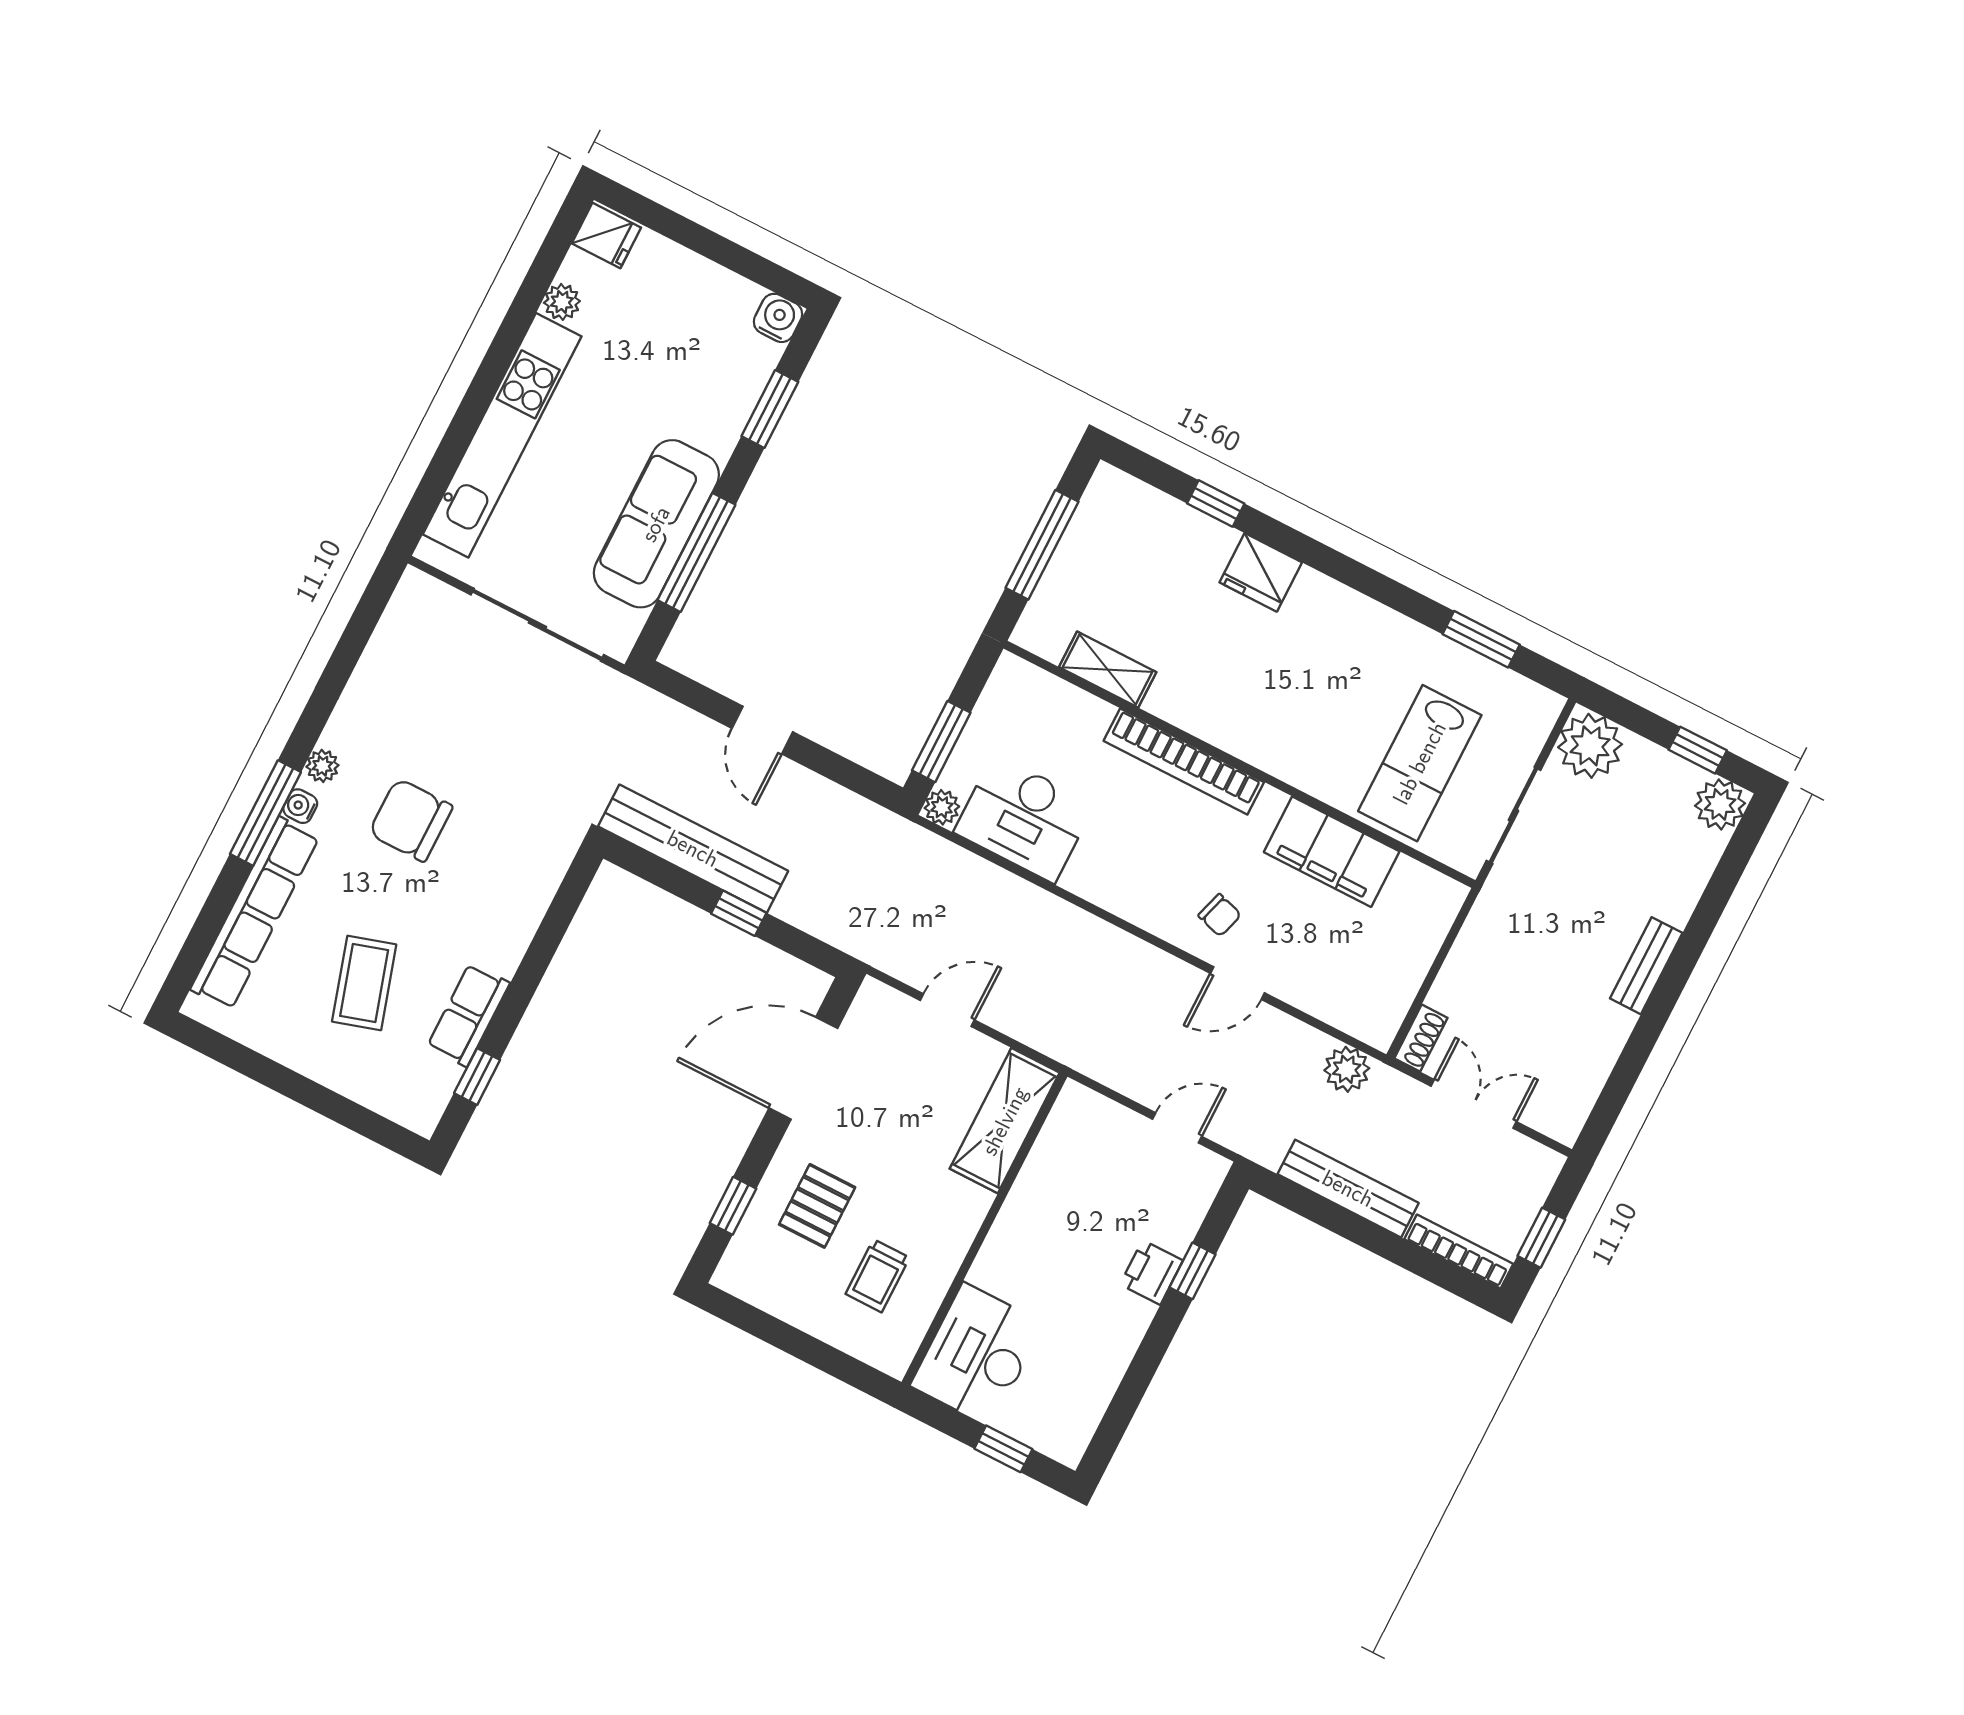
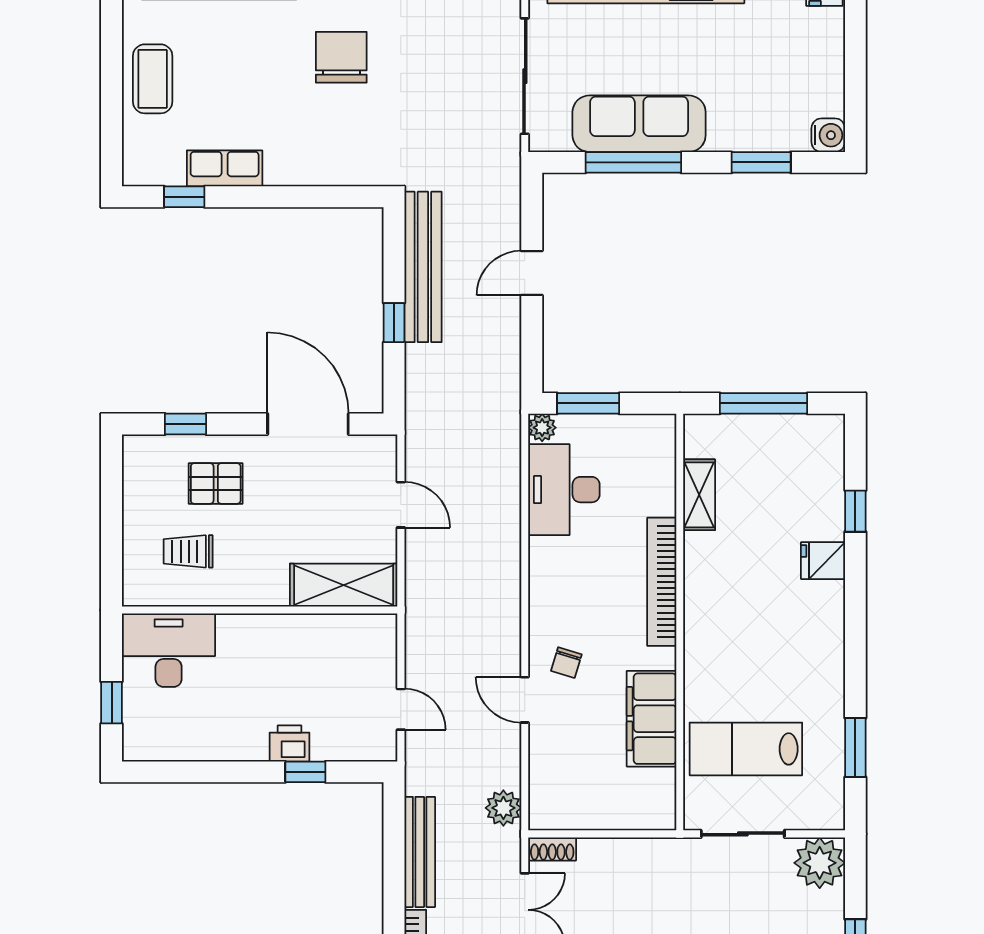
fridge: (1261, 572) -> (823, 561), width x0.72
coffee table: (364, 983) -> (153, 79), moved, turned -73

